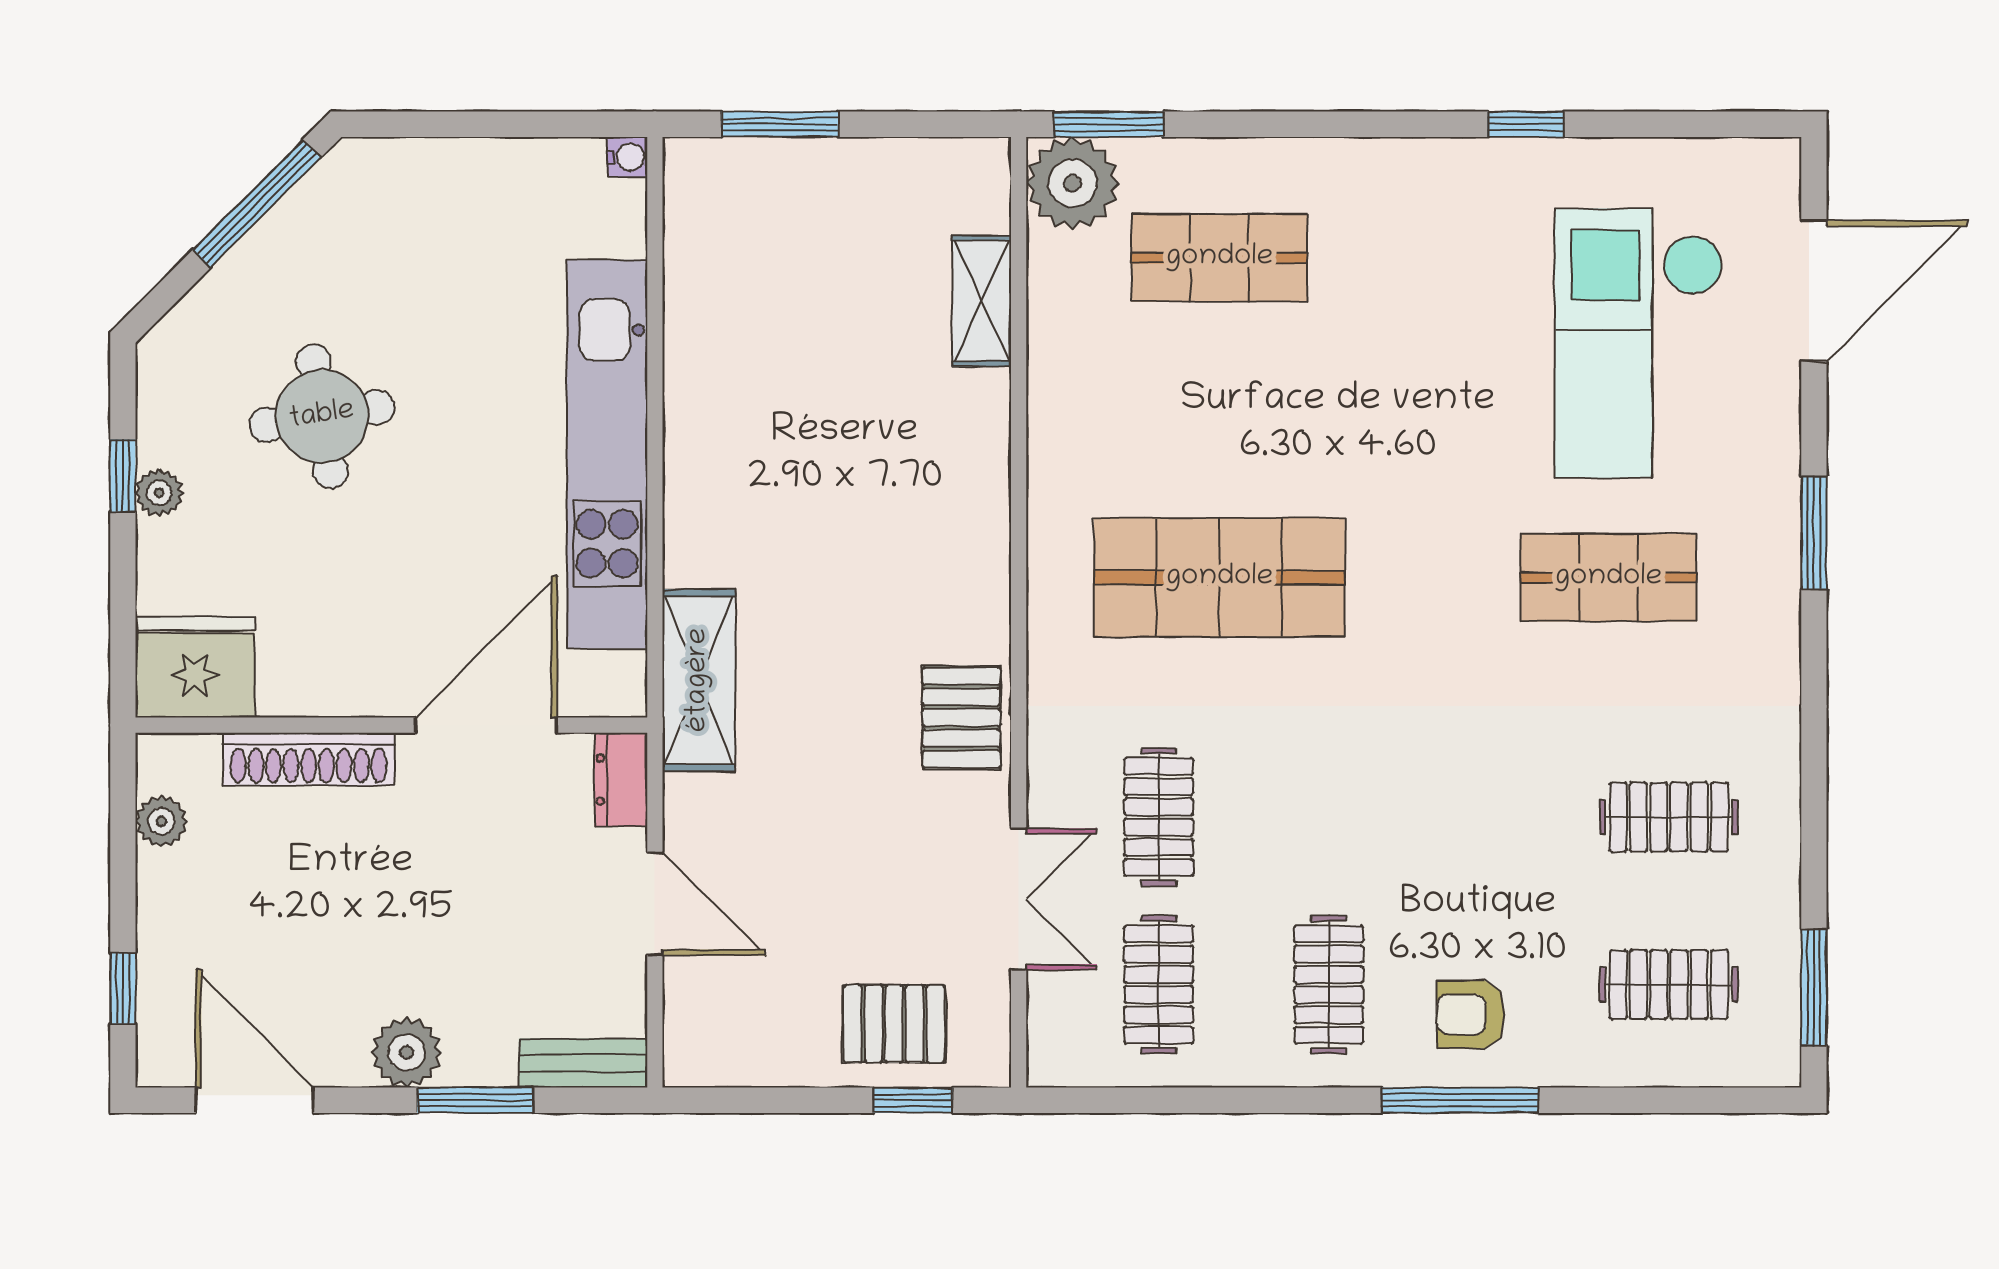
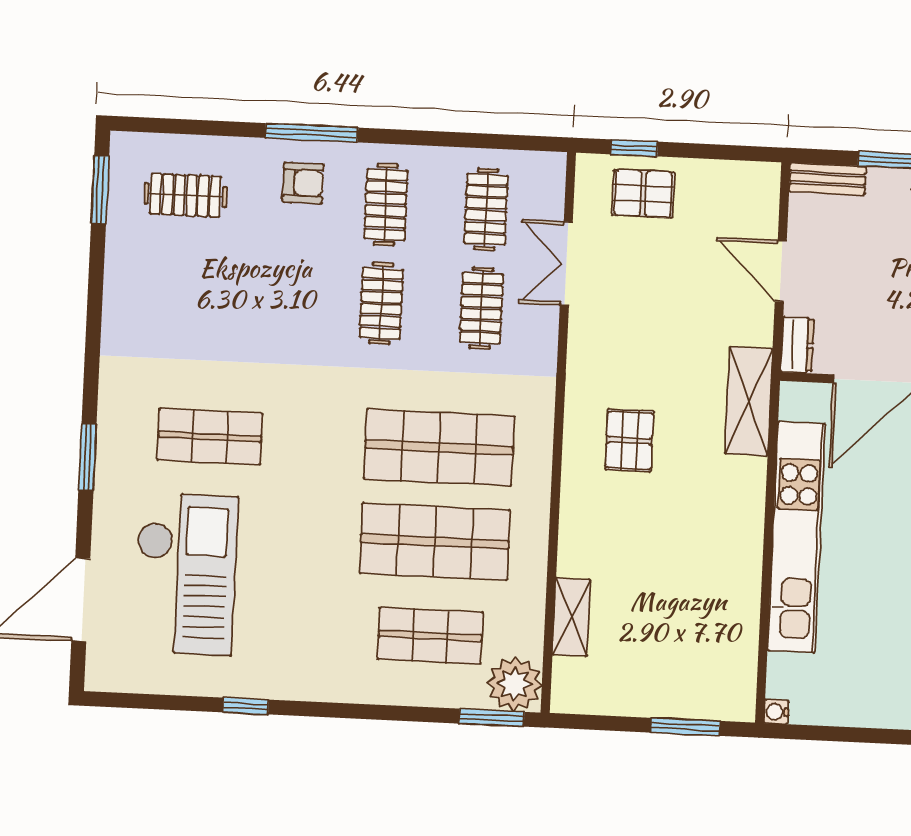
shop shelf: (1219, 418) -> (435, 542), added
pallet: (961, 718) -> (629, 440), moved
clothes rail: (1669, 817) -> (381, 303), moved, turned 90

